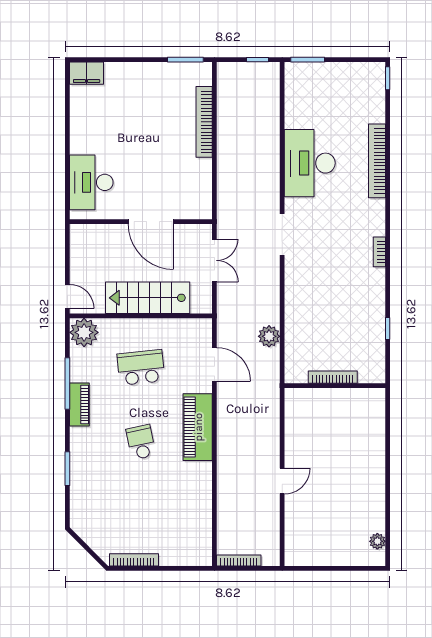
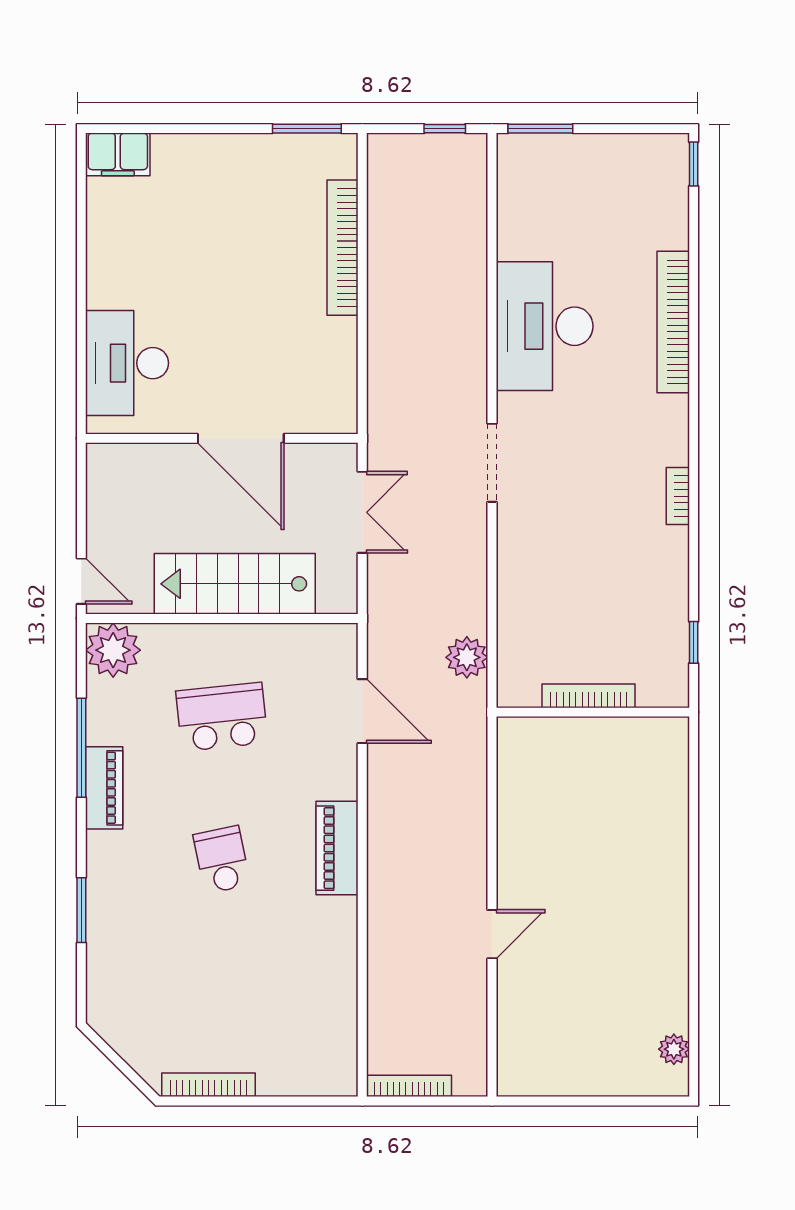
bookcase: (333, 377) -> (589, 696), moved
wall: (335, 386) -> (593, 712), moved
piano: (198, 427) -> (337, 848), width x0.73, depth x0.75

